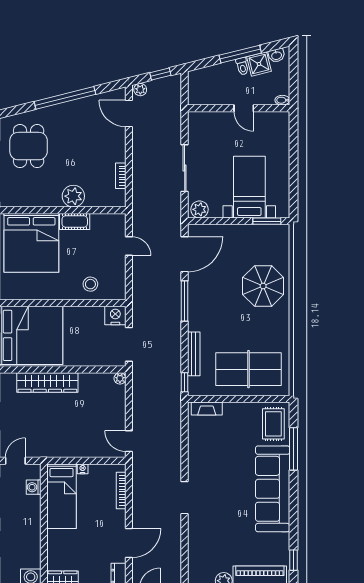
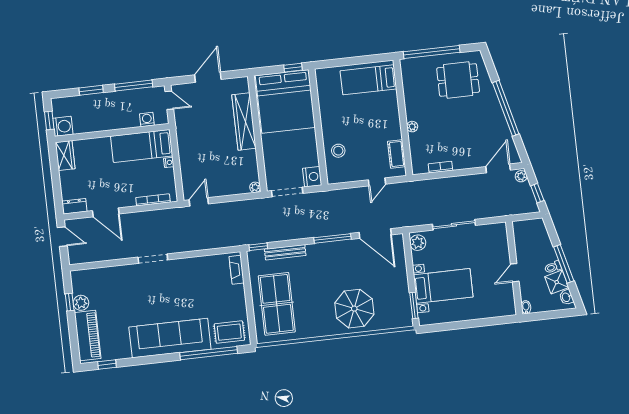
plant: (73, 196) -> (412, 127), width x0.53, depth x0.53
cot: (75, 221) -> (397, 154), moved
bed: (31, 243) -> (368, 80), width x0.49
window: (294, 449) -> (209, 353), width x1.46

